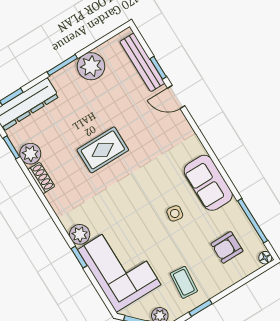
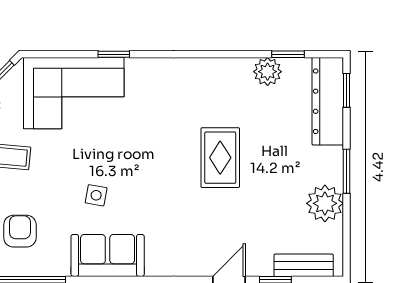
bench: (142, 62) -> (304, 265), width x0.73
shoe rack: (41, 178) -> (232, 67), removed
plant: (80, 234) -> (140, 71), removed

